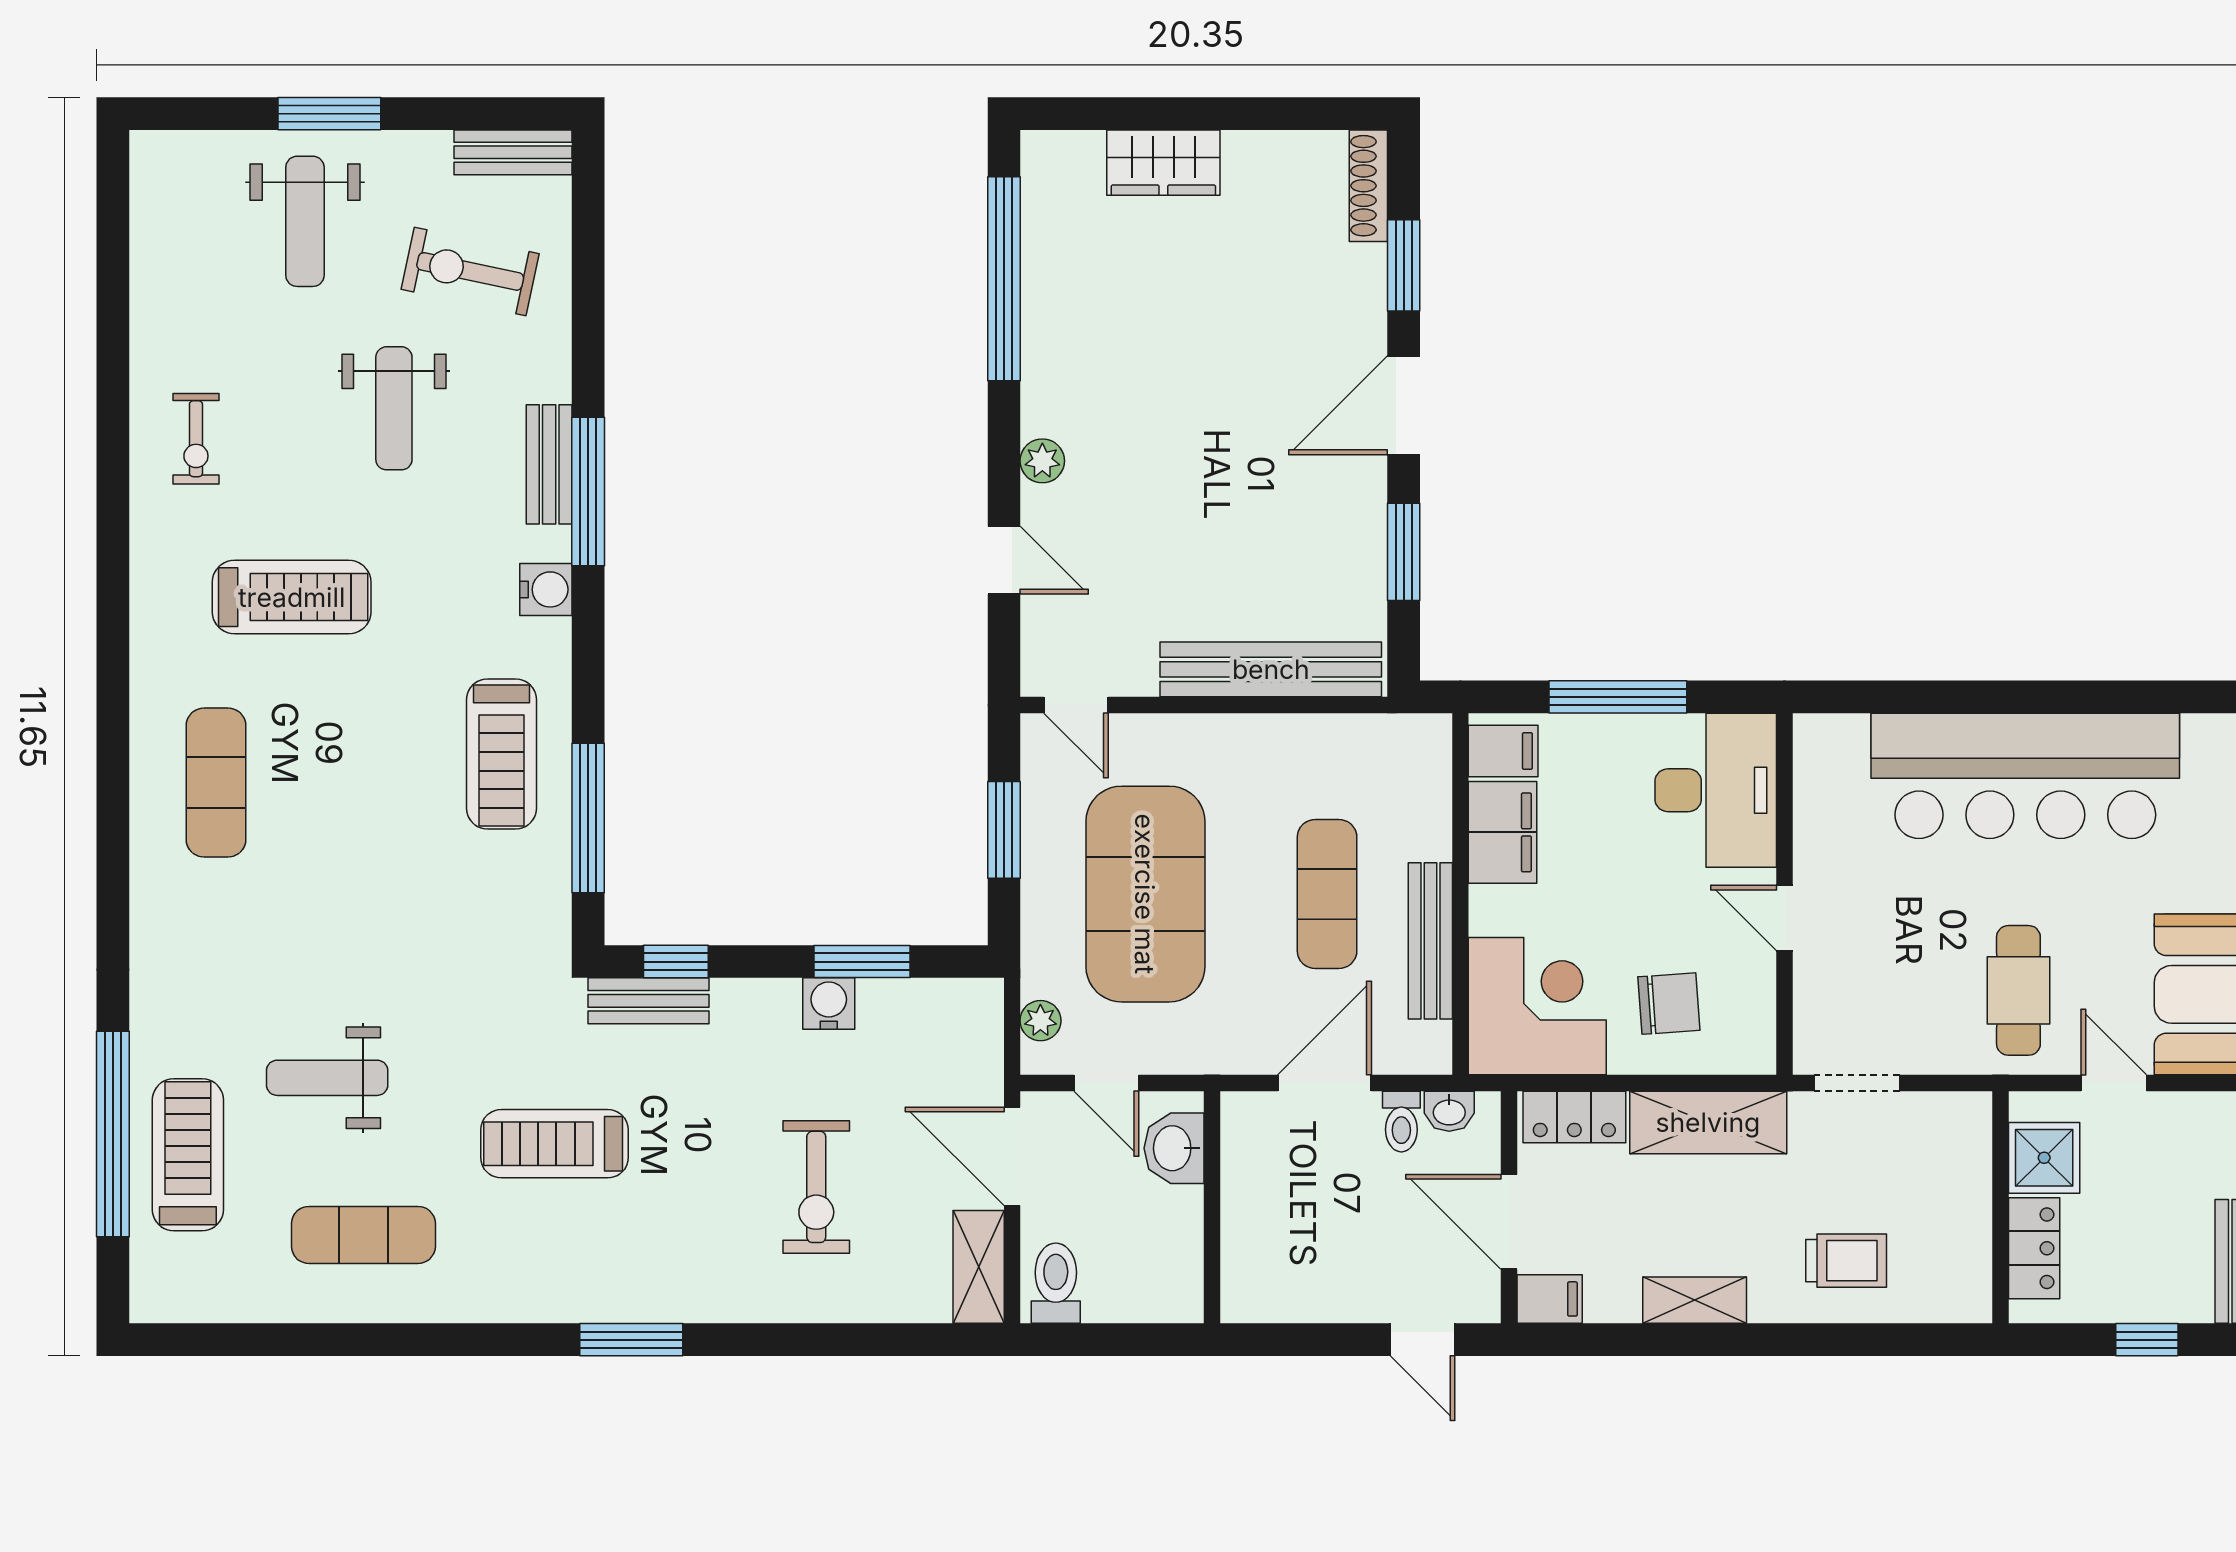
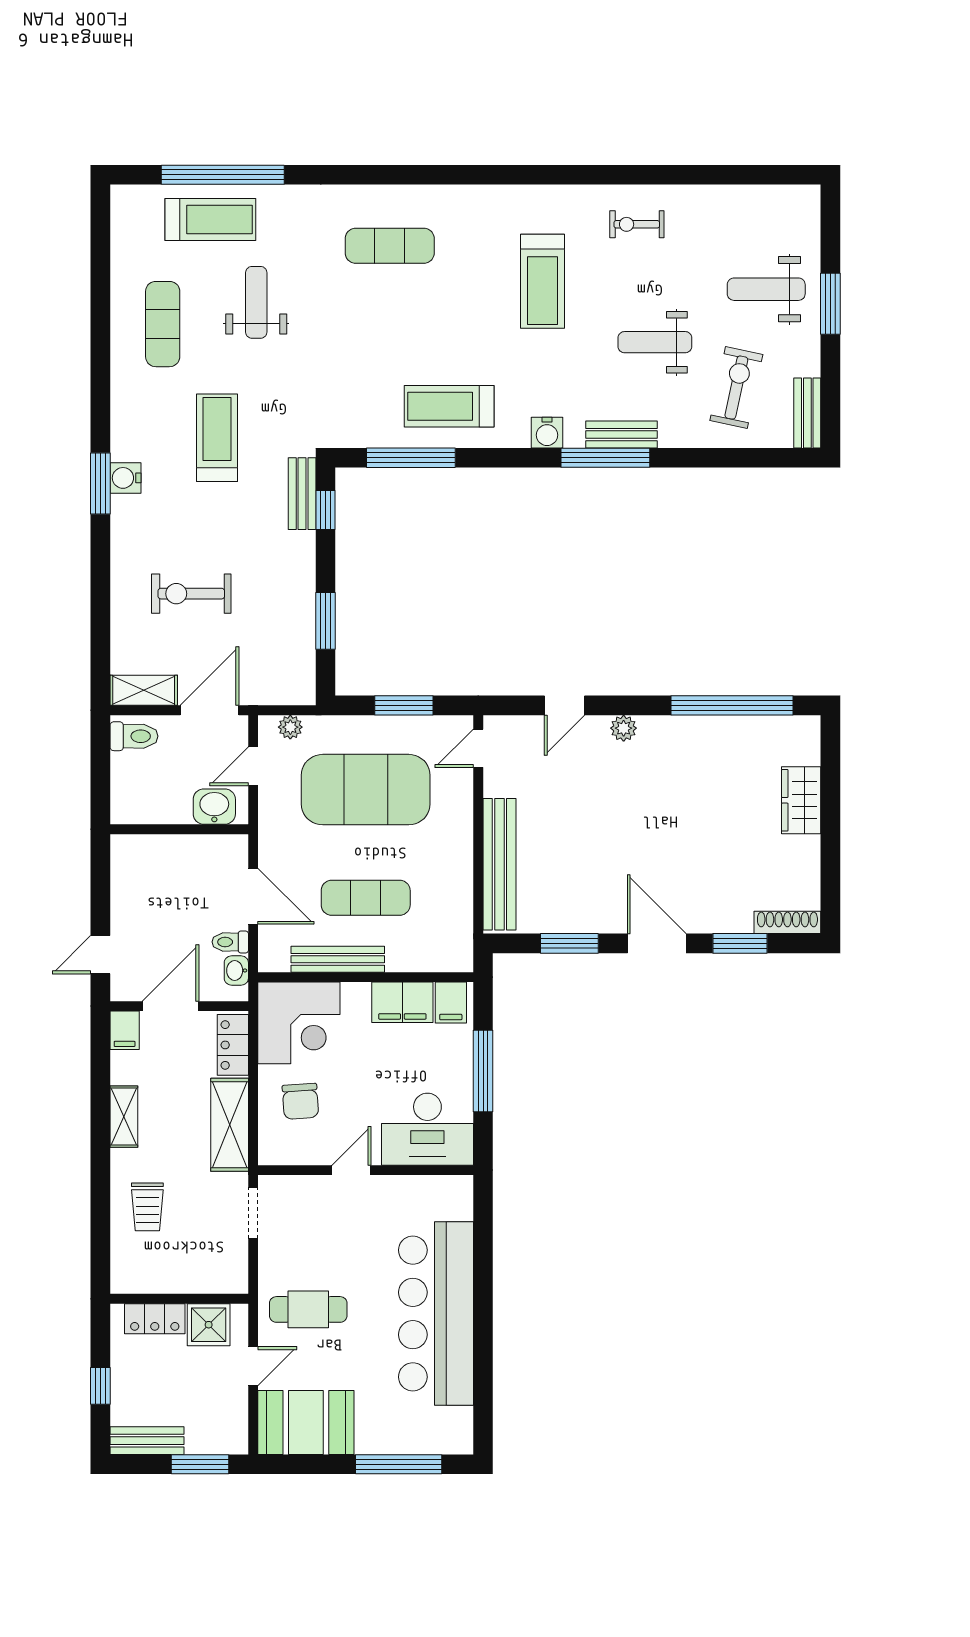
exercise mat: (216, 783) -> (390, 246), moved
water cooler: (829, 1004) -> (125, 478), moved, turned 180

